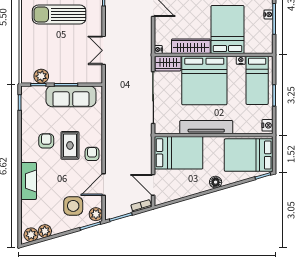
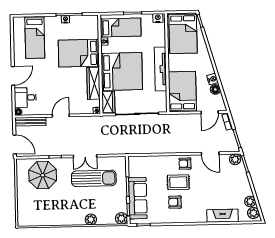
sun lounger: (59, 15) -> (94, 178), moved, turned -90
plant: (28, 39) -> (91, 219), added
double door: (104, 50) -> (85, 156), moved
plant: (41, 76) -> (121, 218), moved
sofa: (71, 96) -> (138, 198), moved
fireplace: (29, 181) -> (223, 216), moved
floor lamp: (216, 182) -> (215, 89), moved
nightstand: (193, 189) -> (212, 79), added
side table: (73, 206) -> (229, 178), removed

